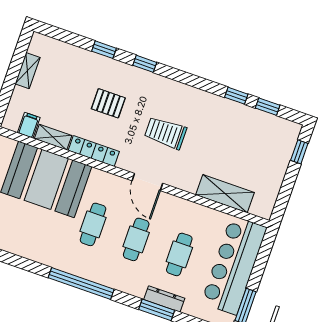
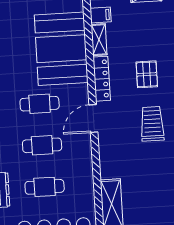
trolley: (166, 133) -> (152, 124), moved
door: (147, 182) -> (93, 118), moved

